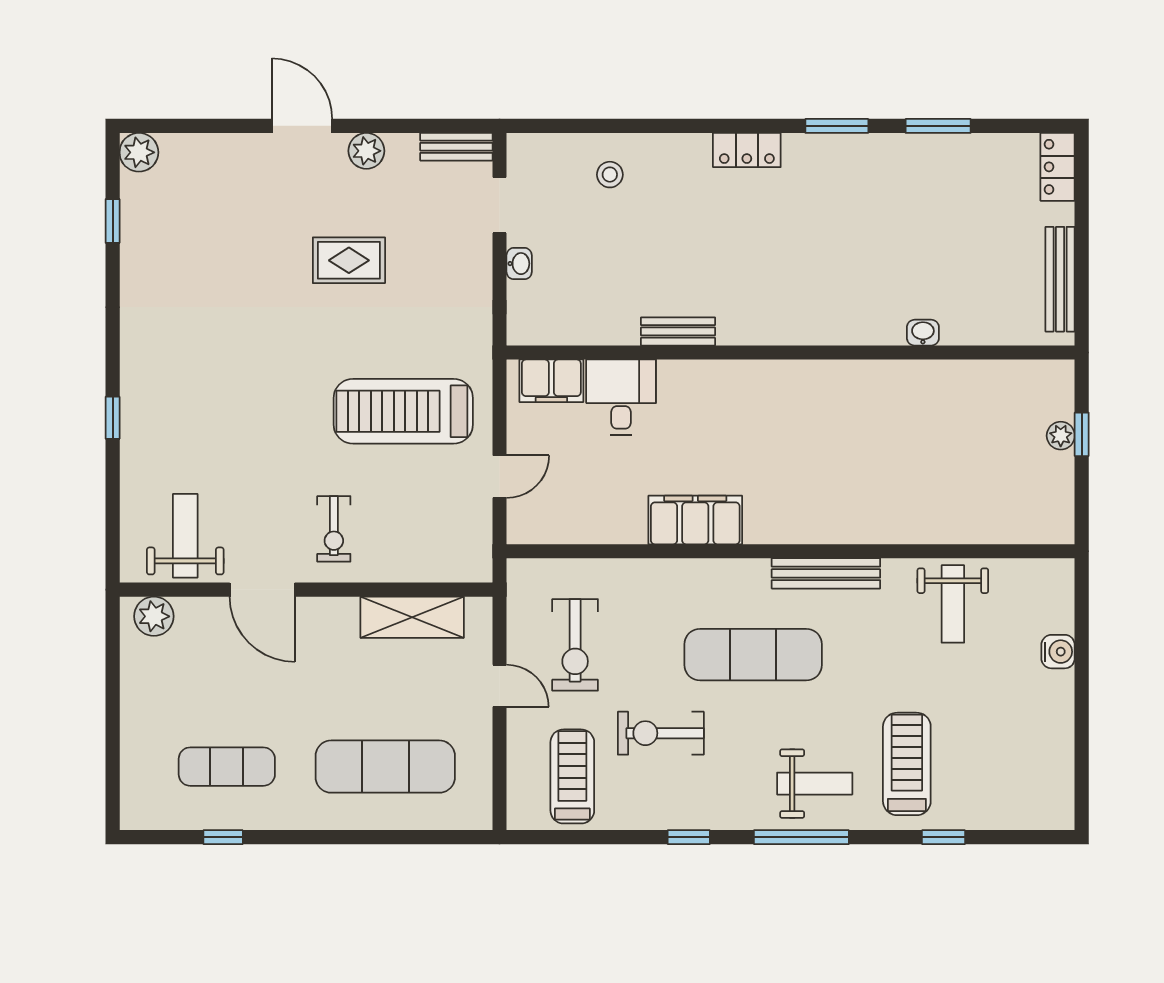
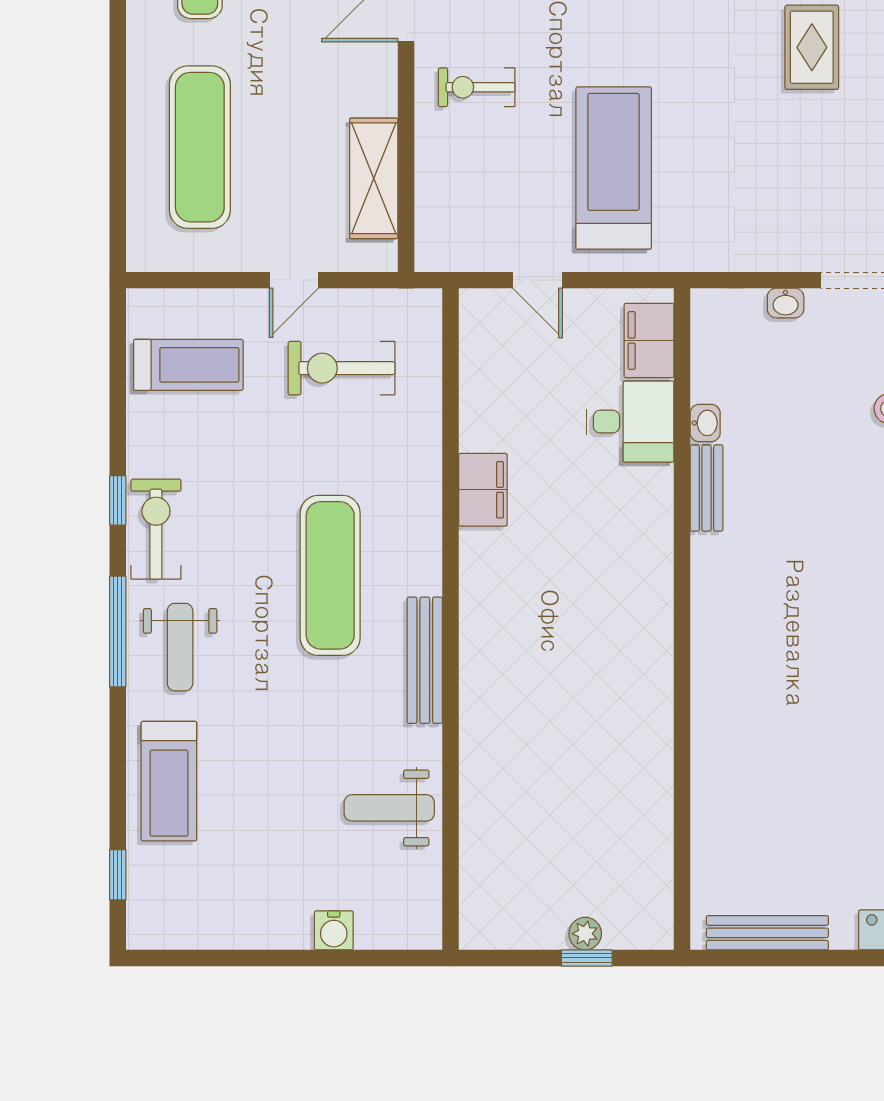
rug: (349, 260) -> (812, 47), moved
washbasin: (923, 333) -> (705, 423), moved
filing cabinet: (695, 520) -> (483, 490), width x0.67, depth x0.86
exercise bike: (661, 733) -> (156, 529), moved
treadmill: (907, 764) -> (169, 781), moved, turned 90
window: (943, 837) -> (118, 875), moved

